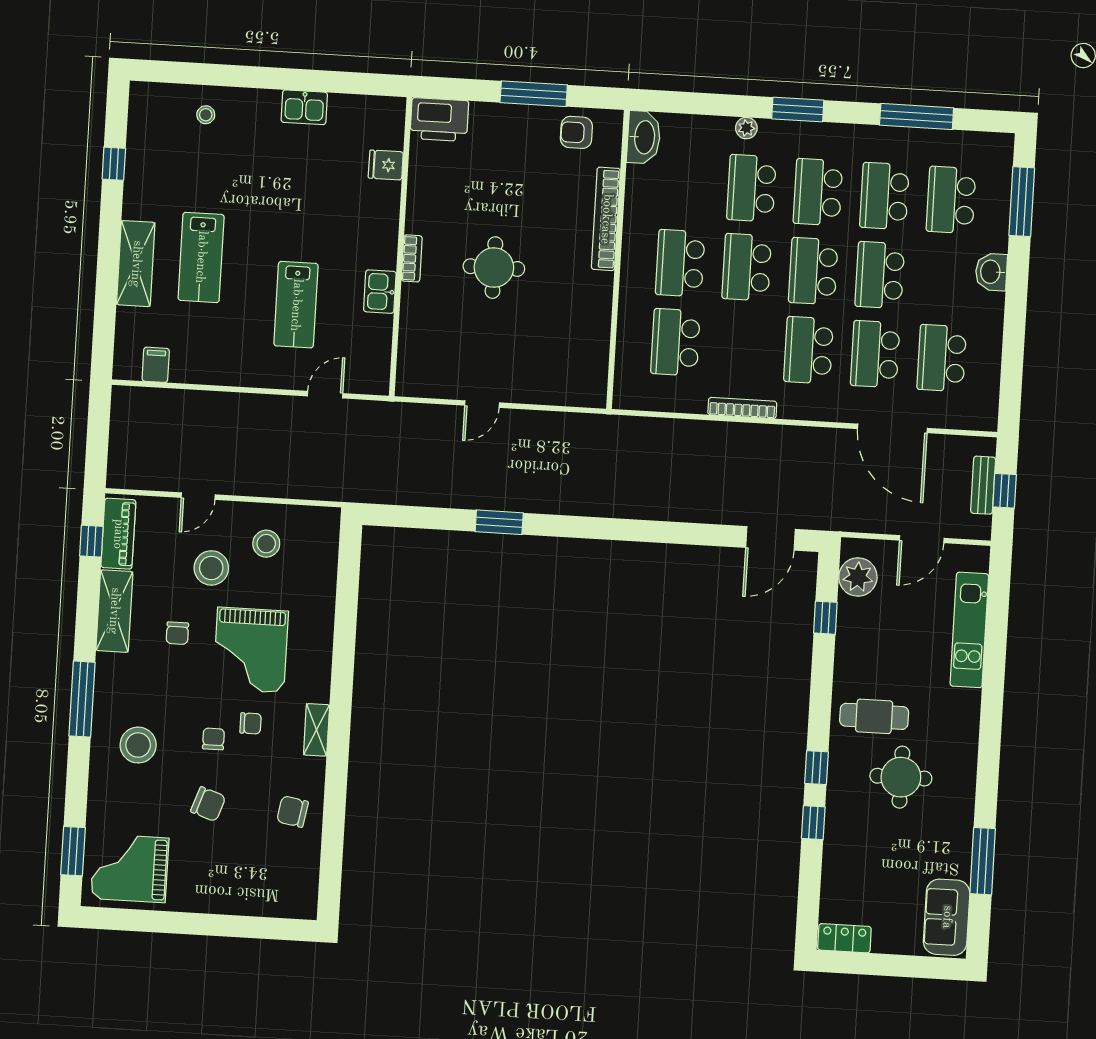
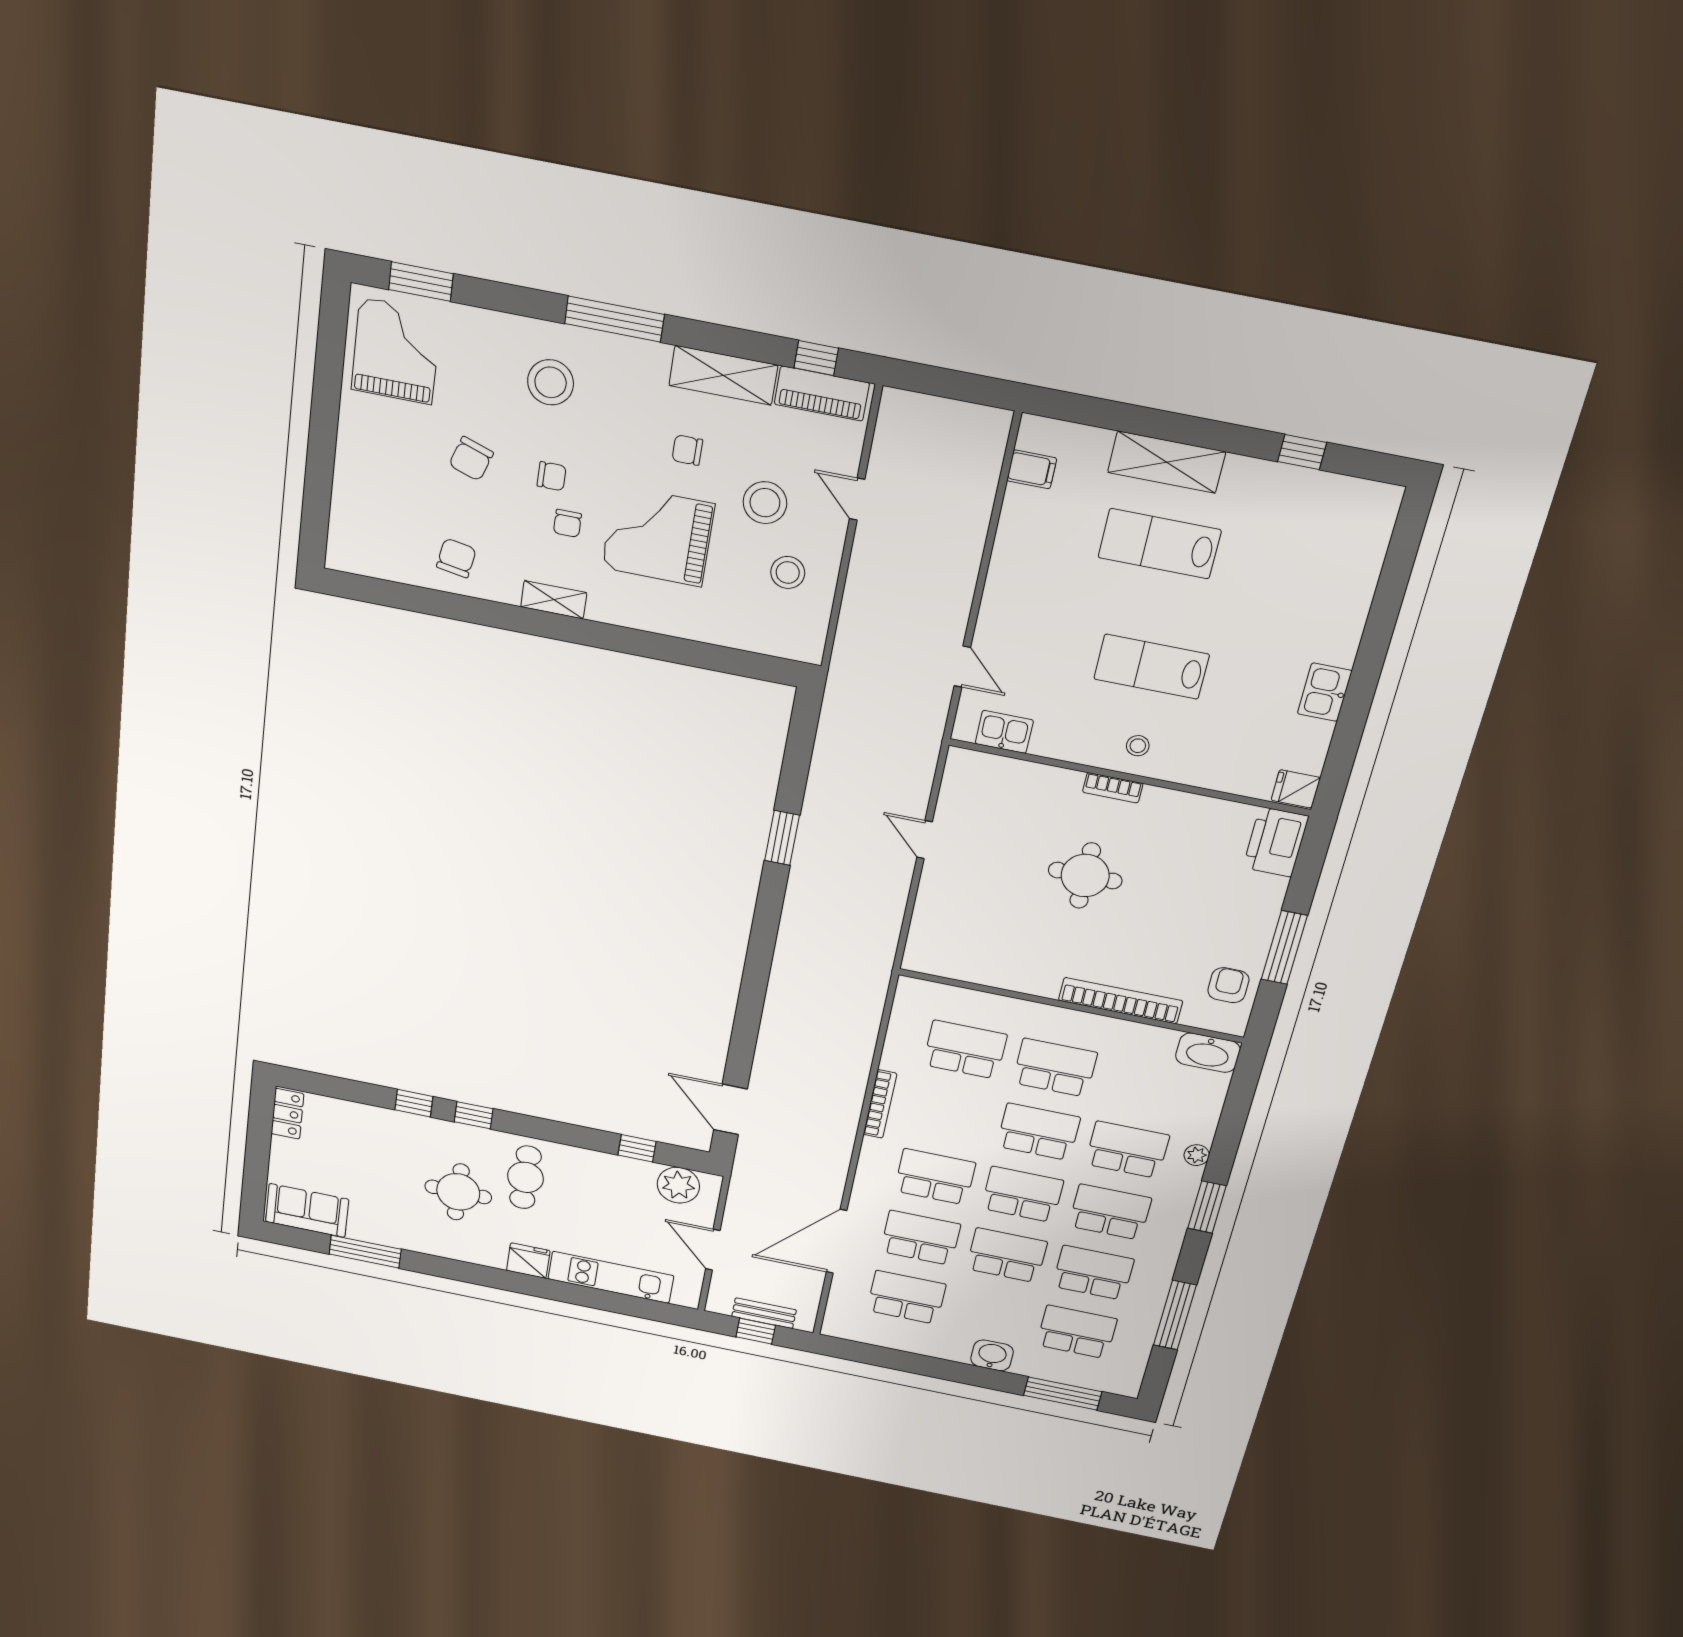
stool: (206, 115) -> (1138, 746), moved
fridge: (386, 165) -> (1296, 789), moved, turned -90
kitchen sink: (380, 292) -> (1004, 732), moved
lab bench: (296, 305) -> (1152, 667), moved
fridge: (965, 708) -> (528, 1261), added

